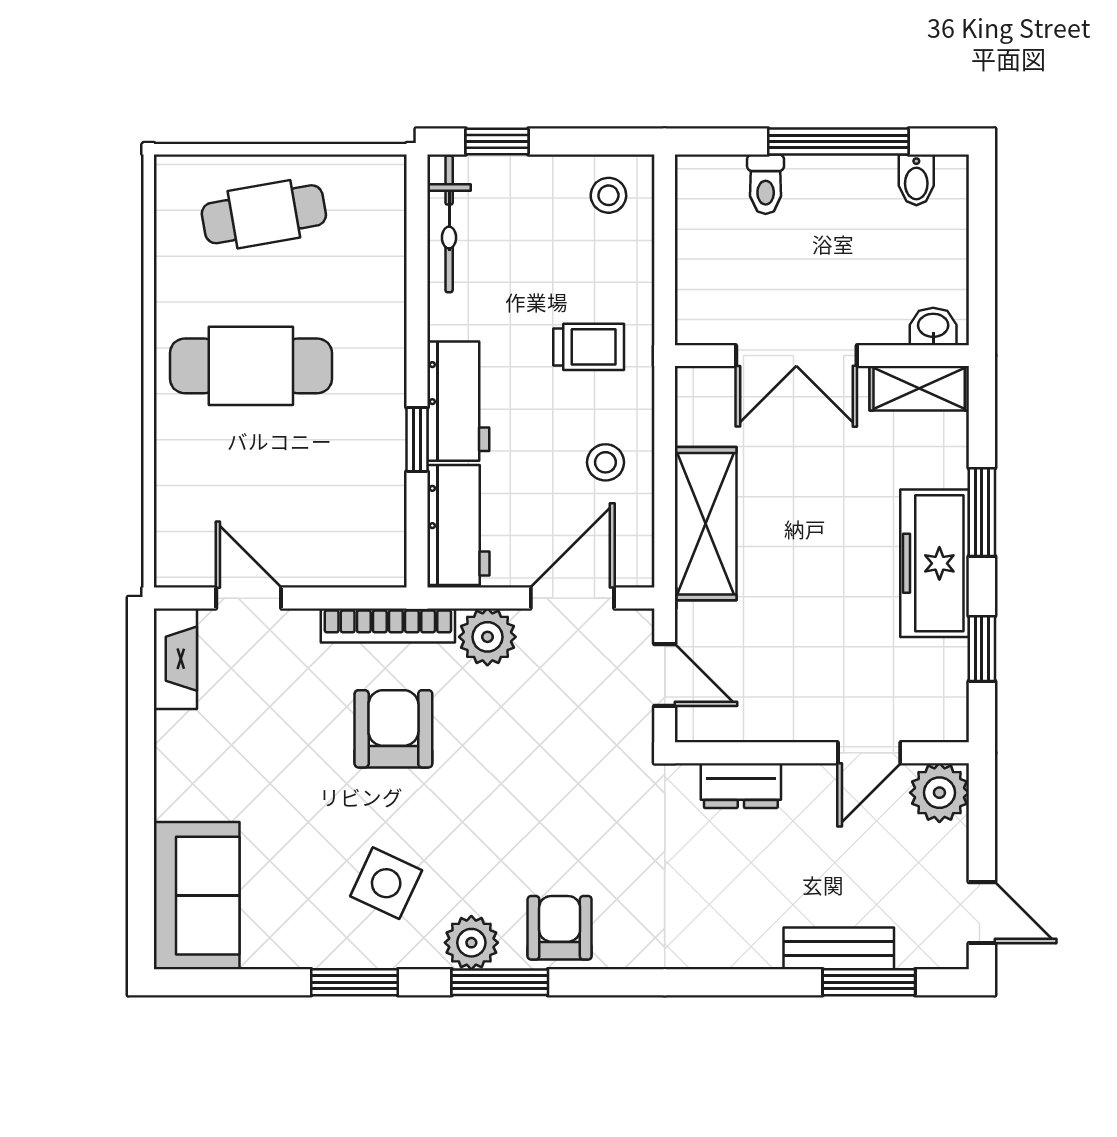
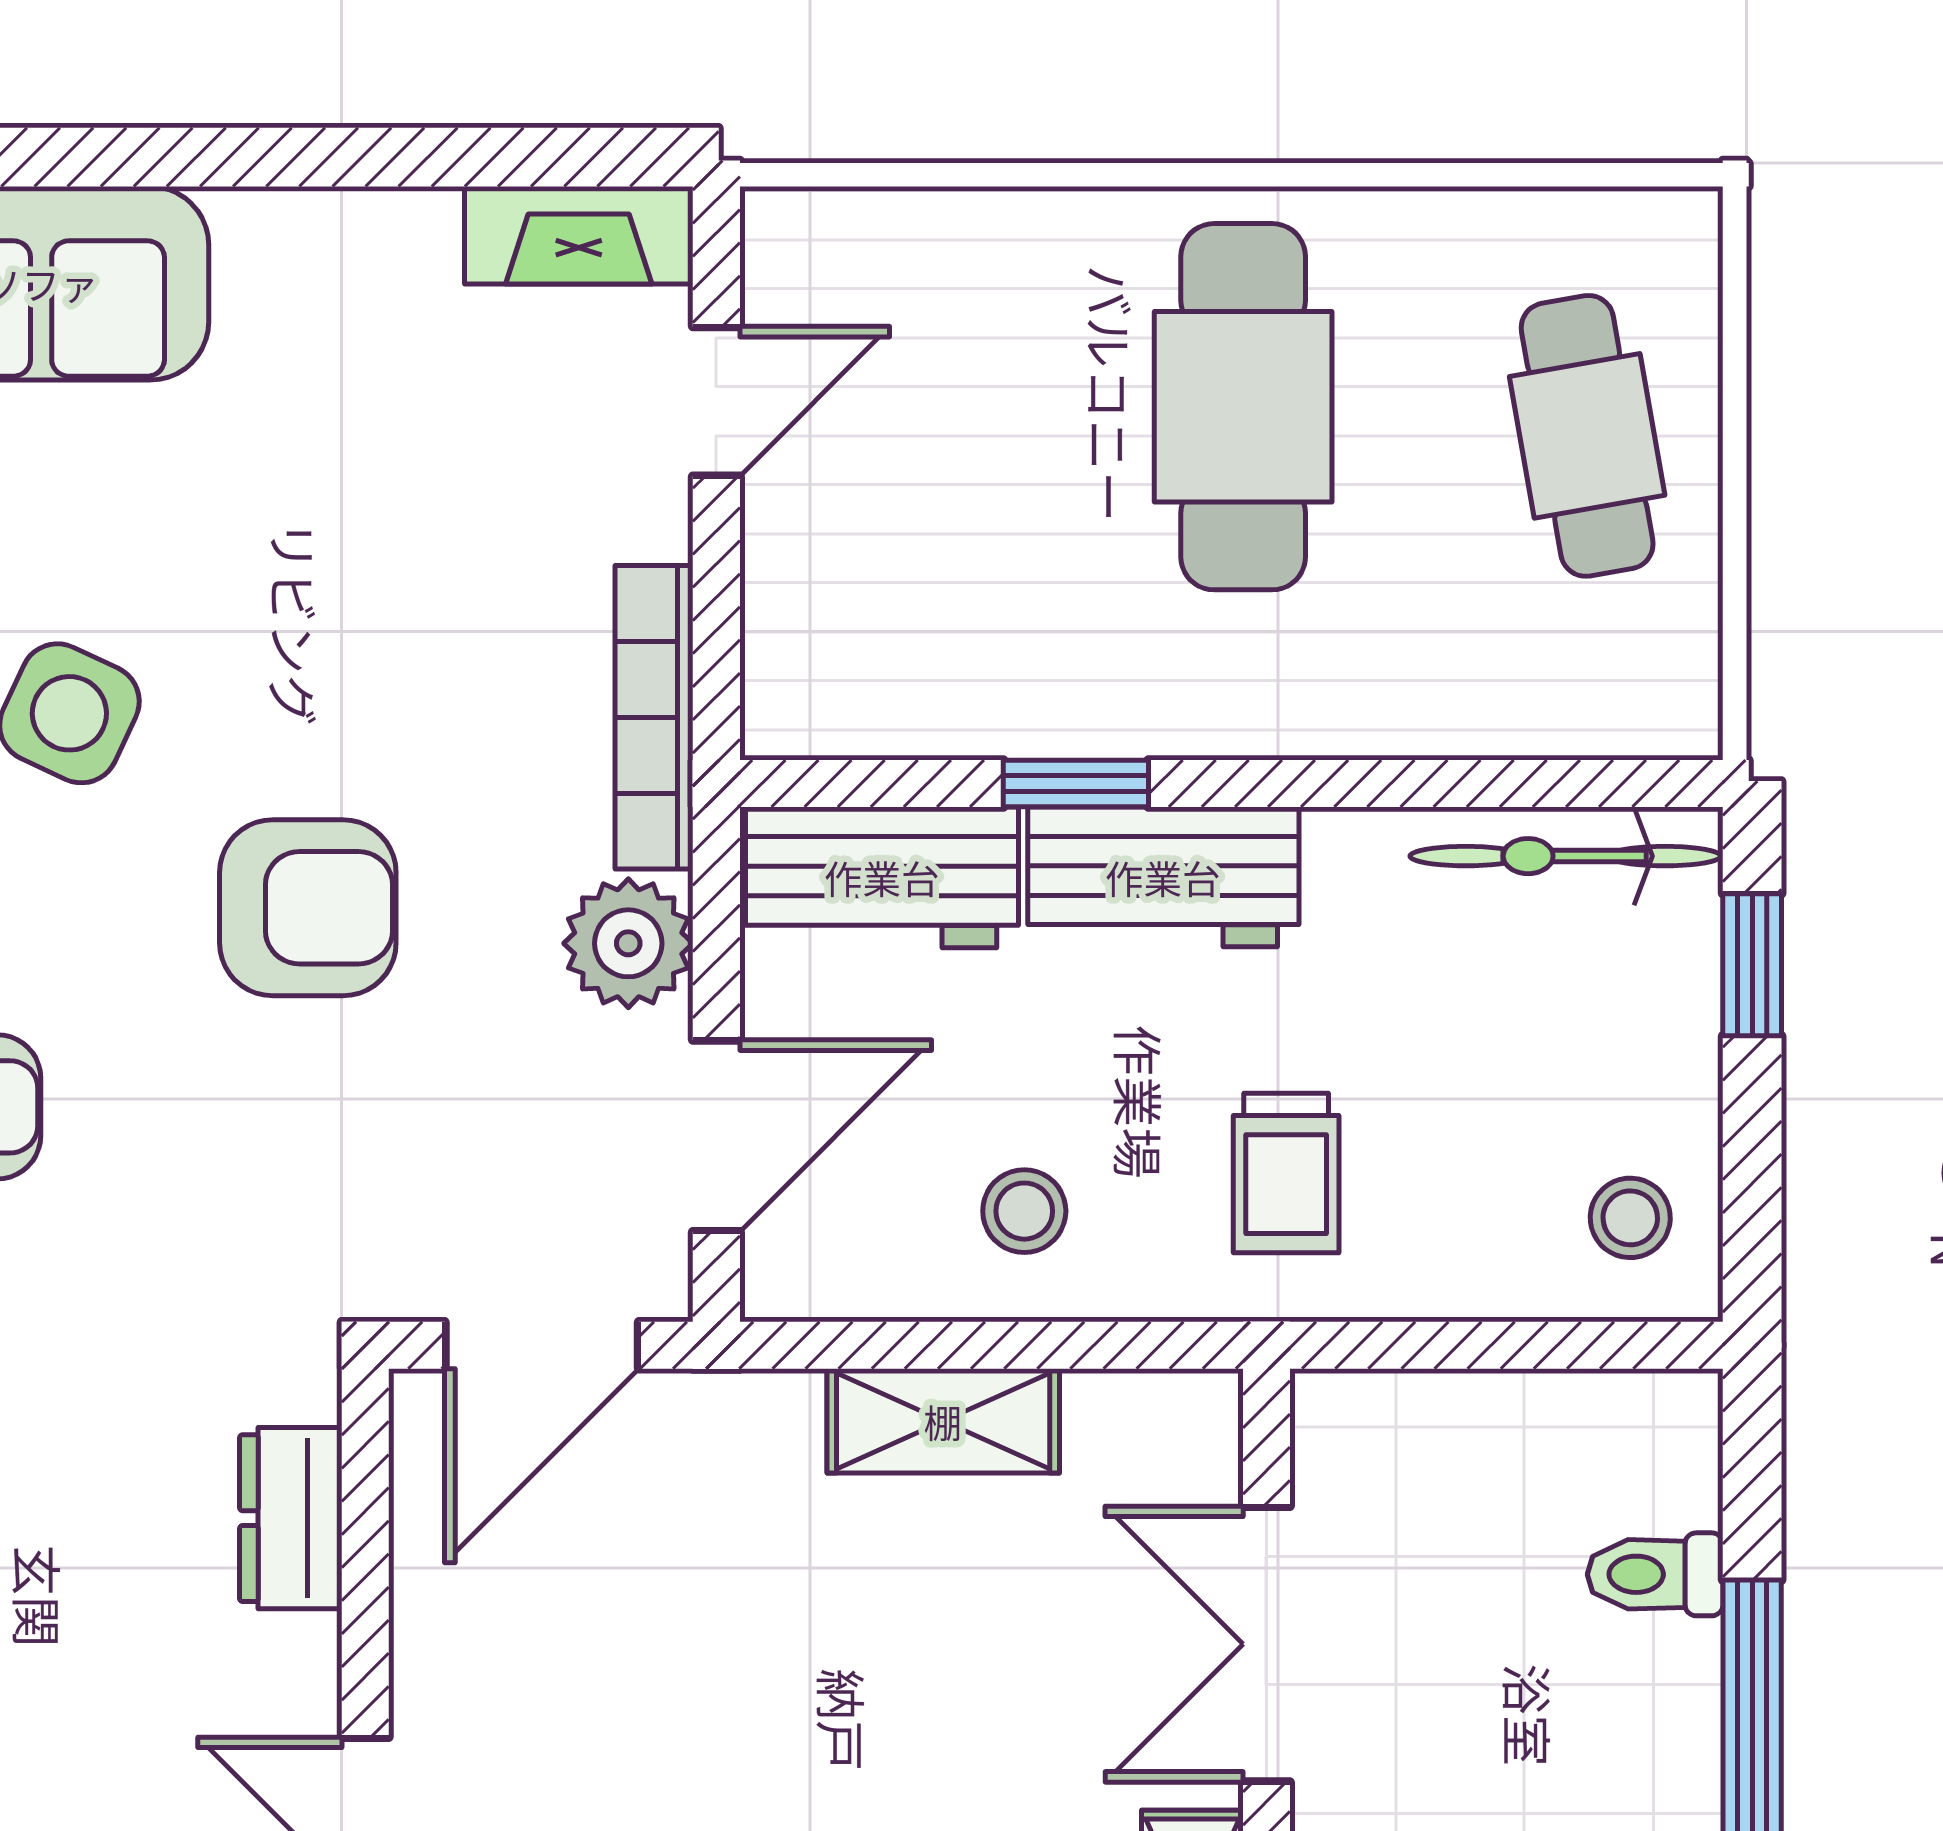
shelving: (706, 524) -> (943, 1421), width x0.67, depth x0.75
door: (572, 598) -> (716, 1136), hinge flipped
door: (665, 675) -> (542, 1345), width x1.37
armchair: (393, 729) -> (308, 908), moved

